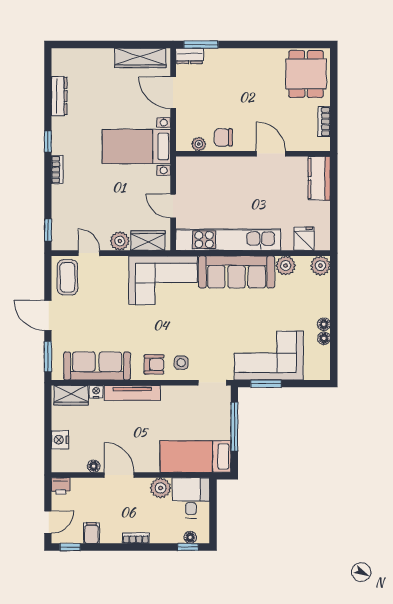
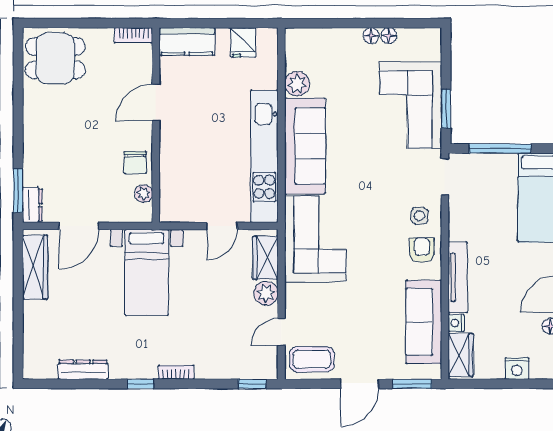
bookcase: (324, 122) -> (133, 35), moved
fridge: (304, 239) -> (243, 42), moved, turned -90
plant: (320, 266) -> (297, 40), removed

